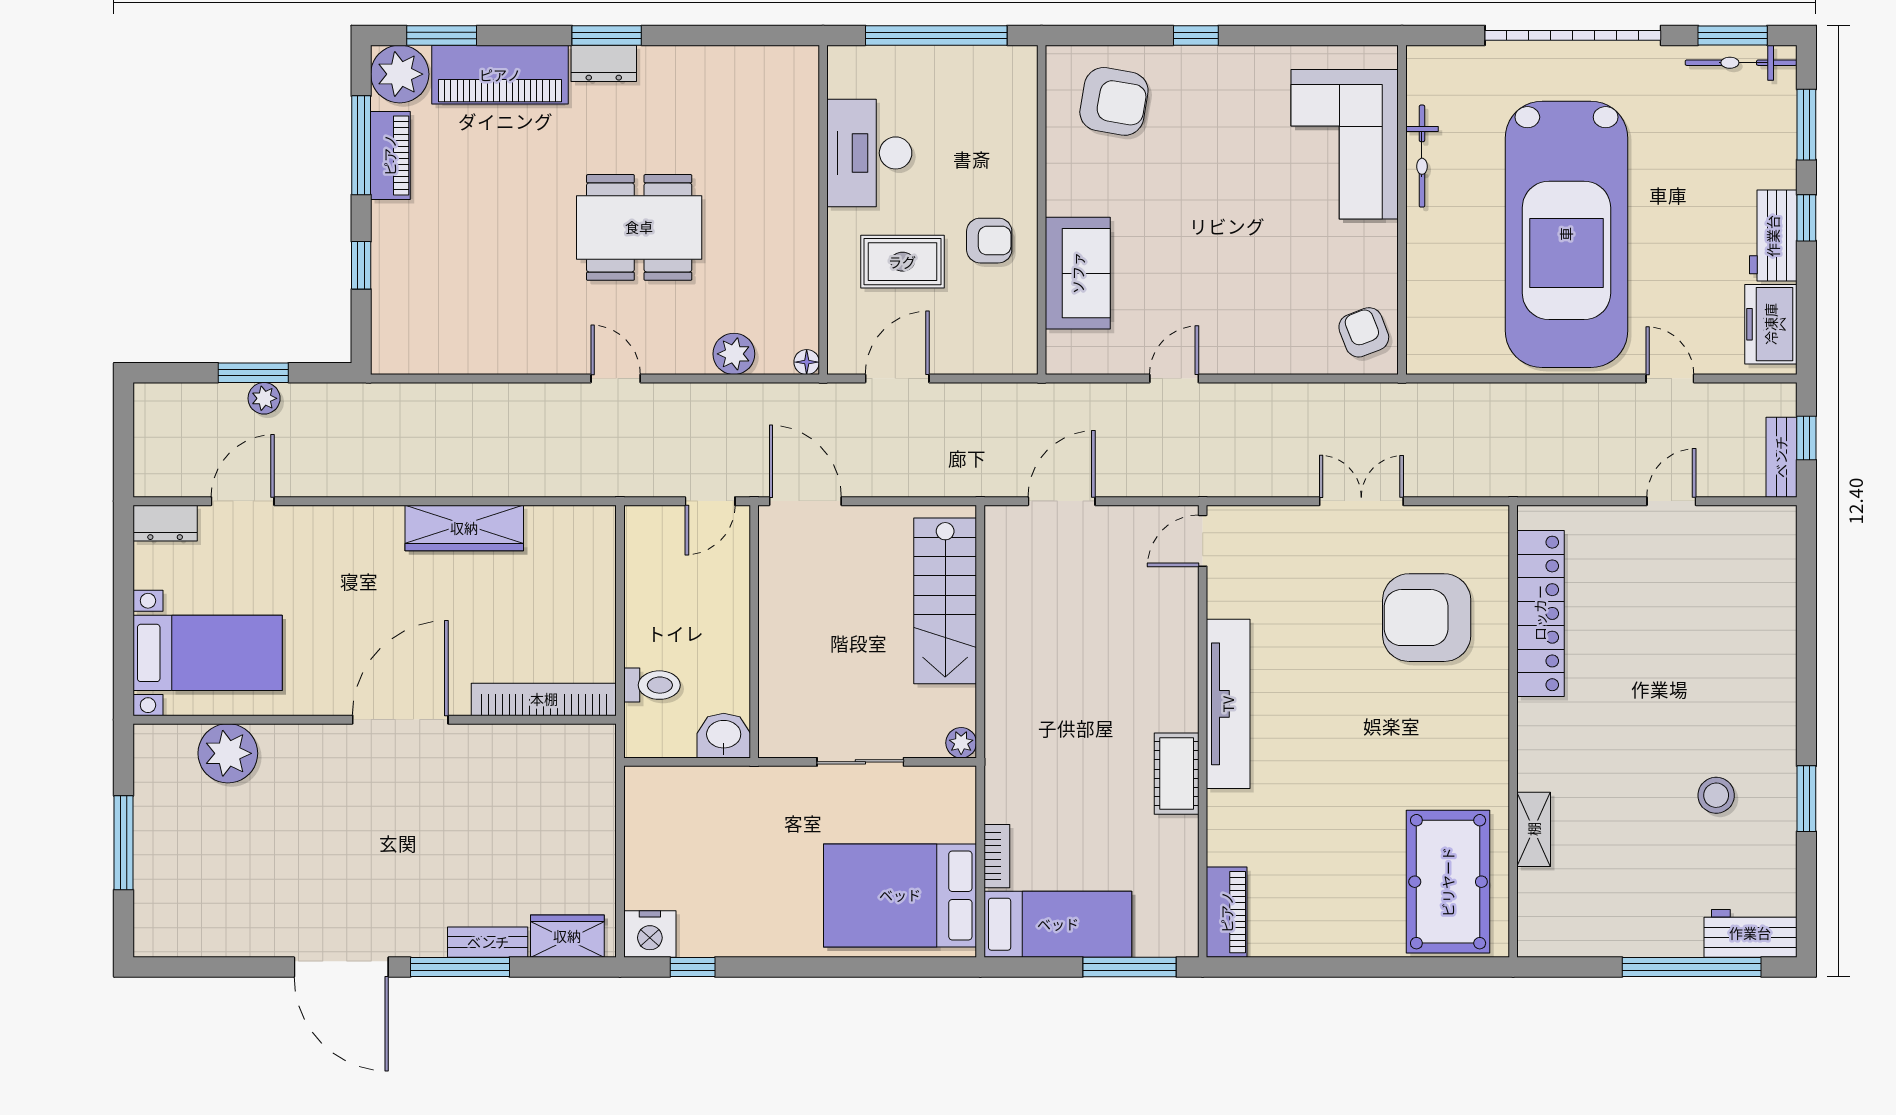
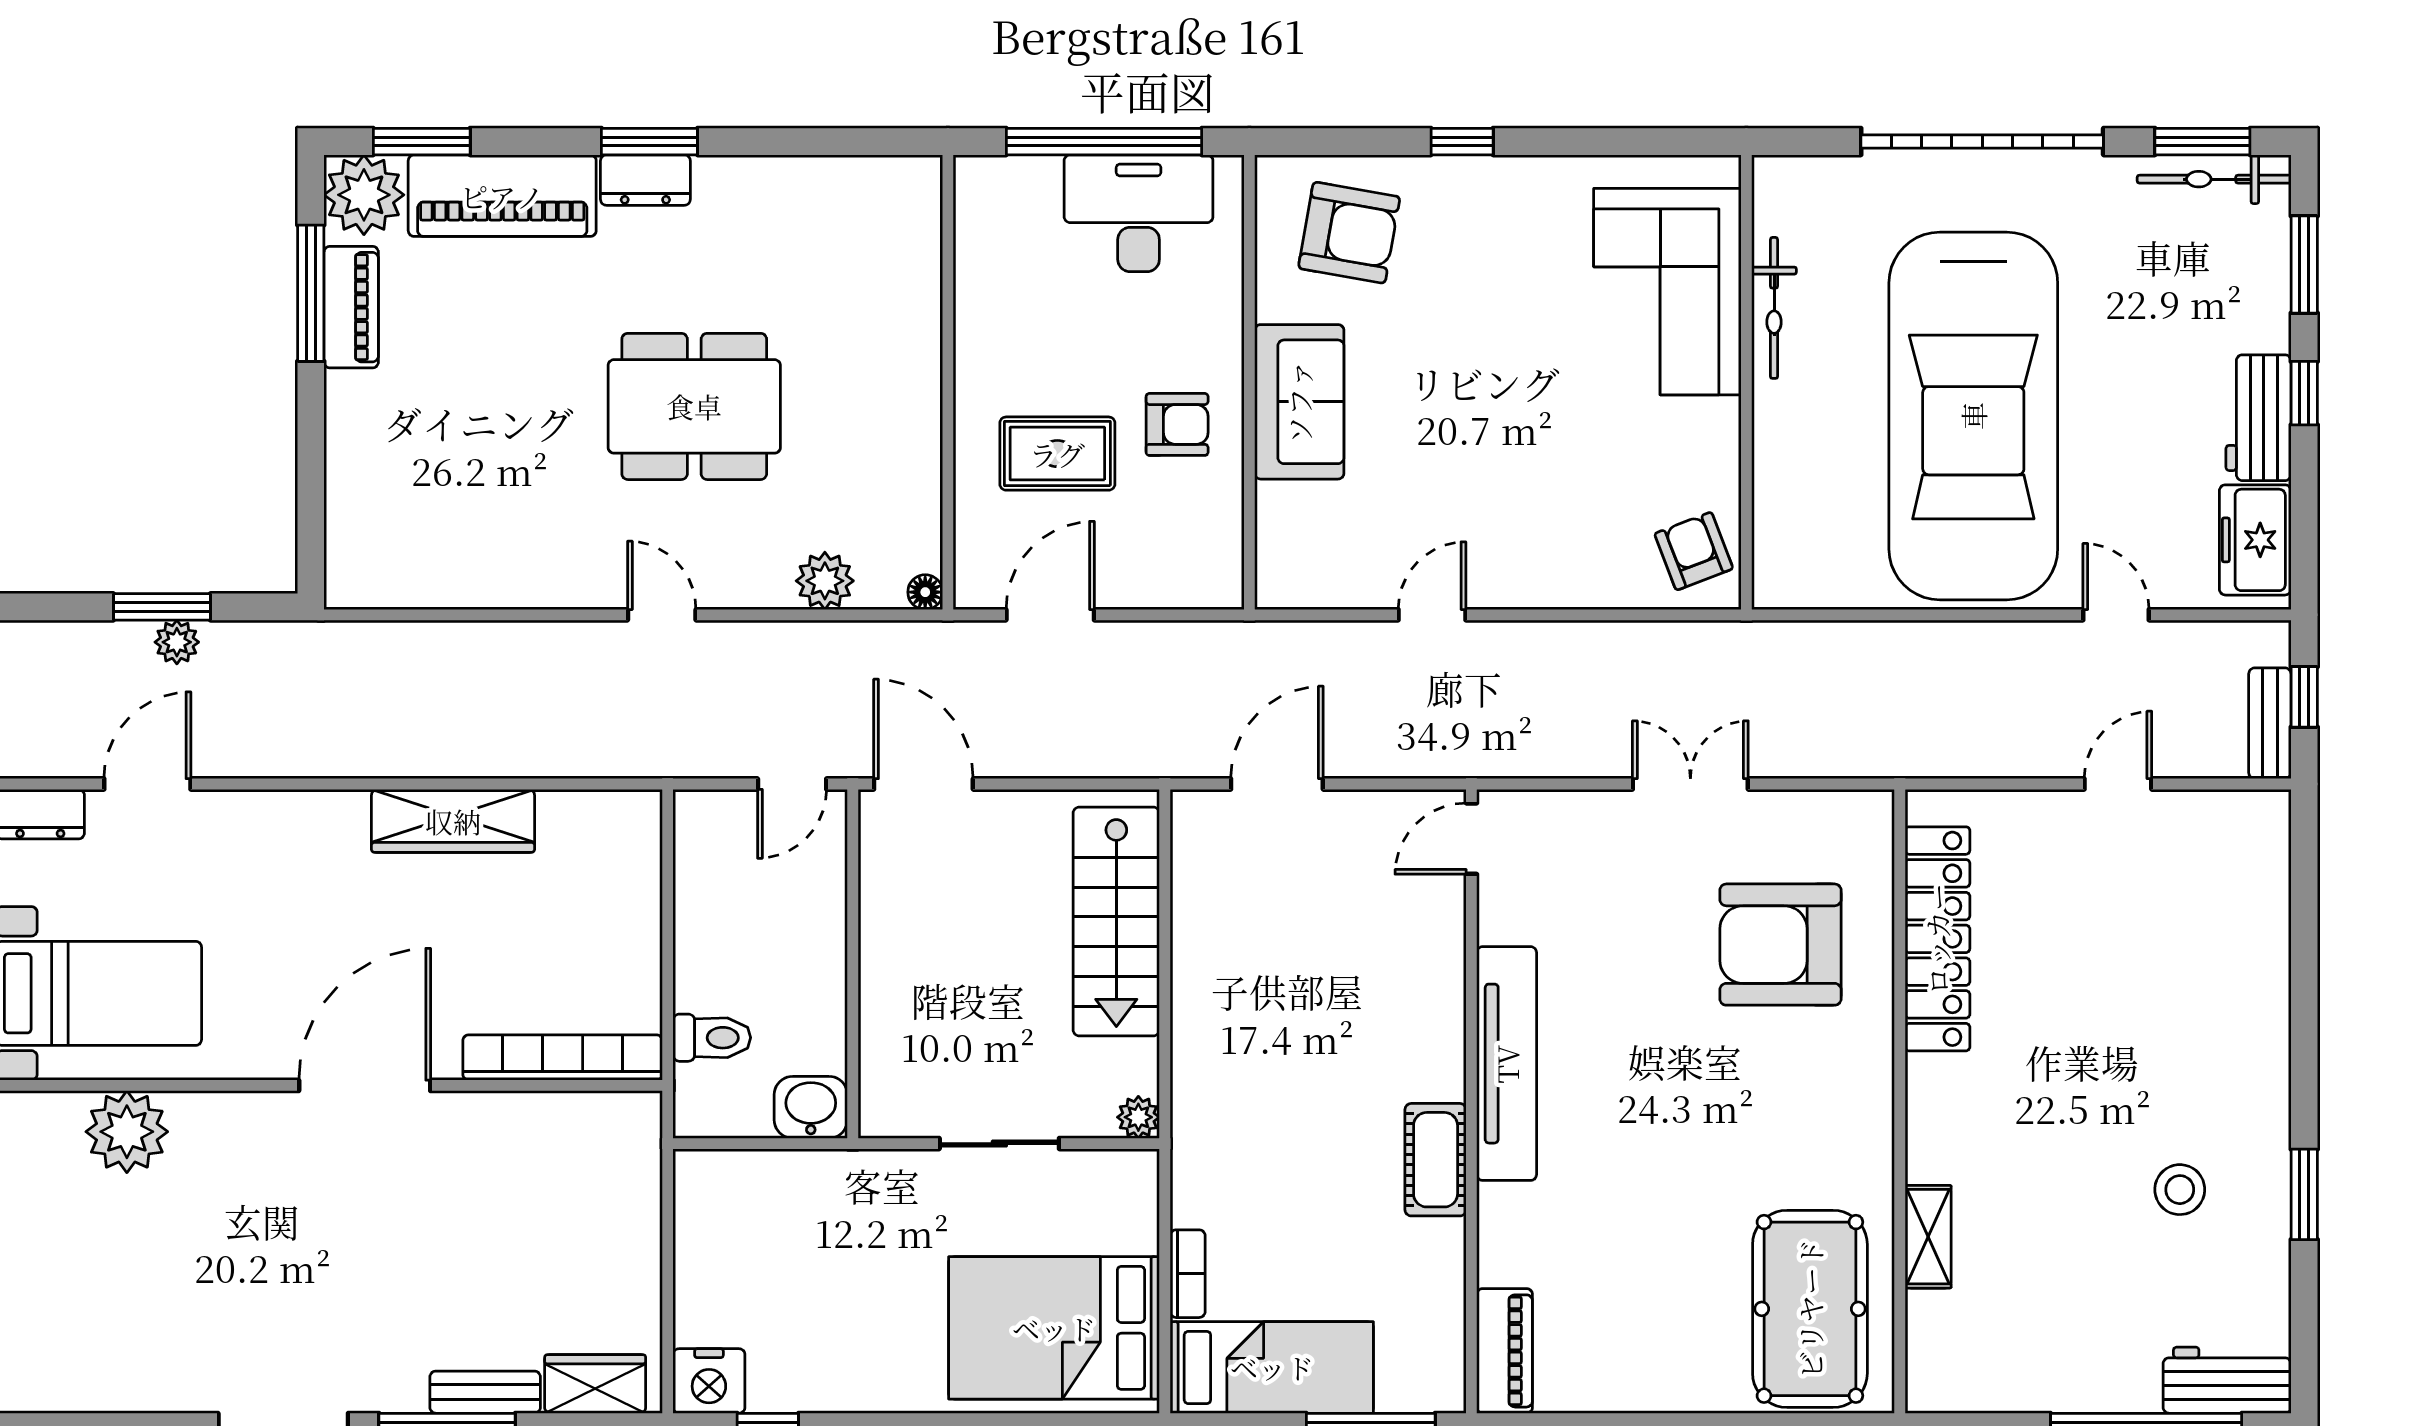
desk: (869, 153) -> (1139, 213), moved, turned 90
window: (361, 265) -> (311, 459), removed
sofa: (1078, 273) -> (1299, 402), moved

